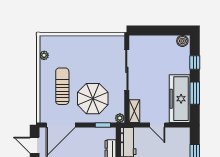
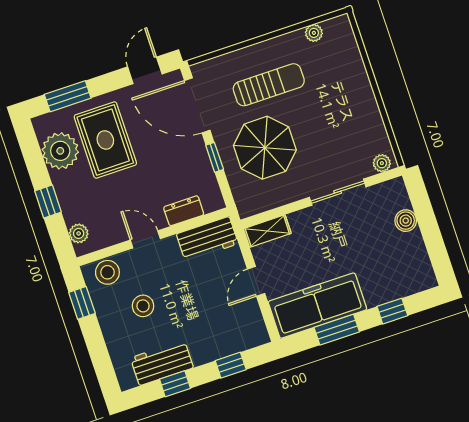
boiler: (182, 41) -> (406, 221), moved
sliding door: (127, 70) -> (338, 192), width x0.73
plant: (120, 118) -> (382, 163), moved
window: (103, 125) -> (215, 157), moved

